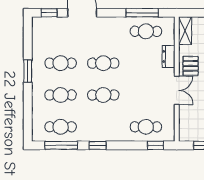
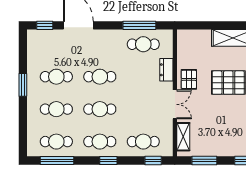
shelving: (185, 31) -> (183, 137), moved
cafe table: (103, 127) -> (100, 142), added
window: (98, 145) -> (108, 160), moved

